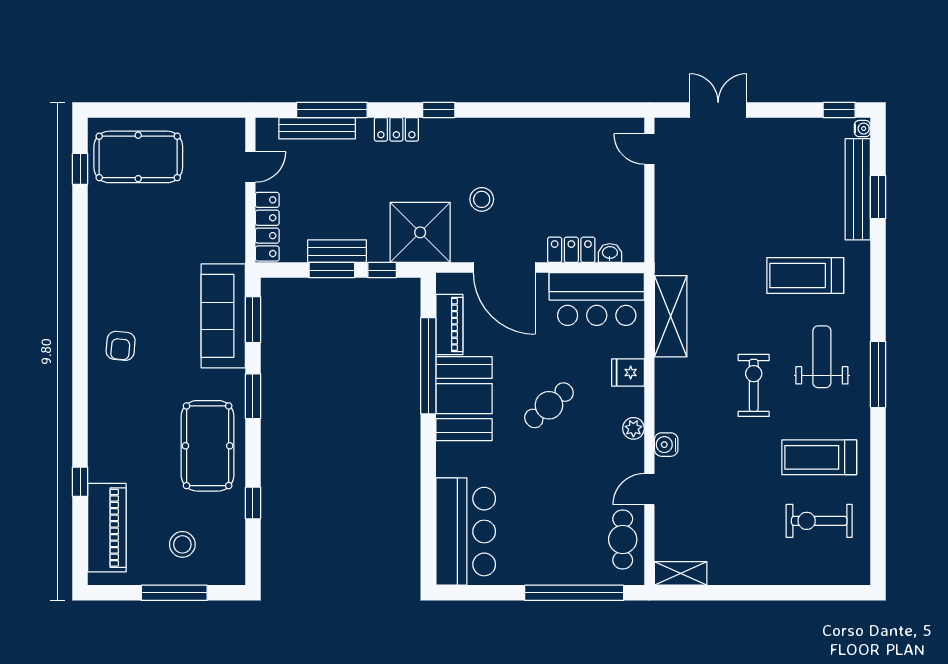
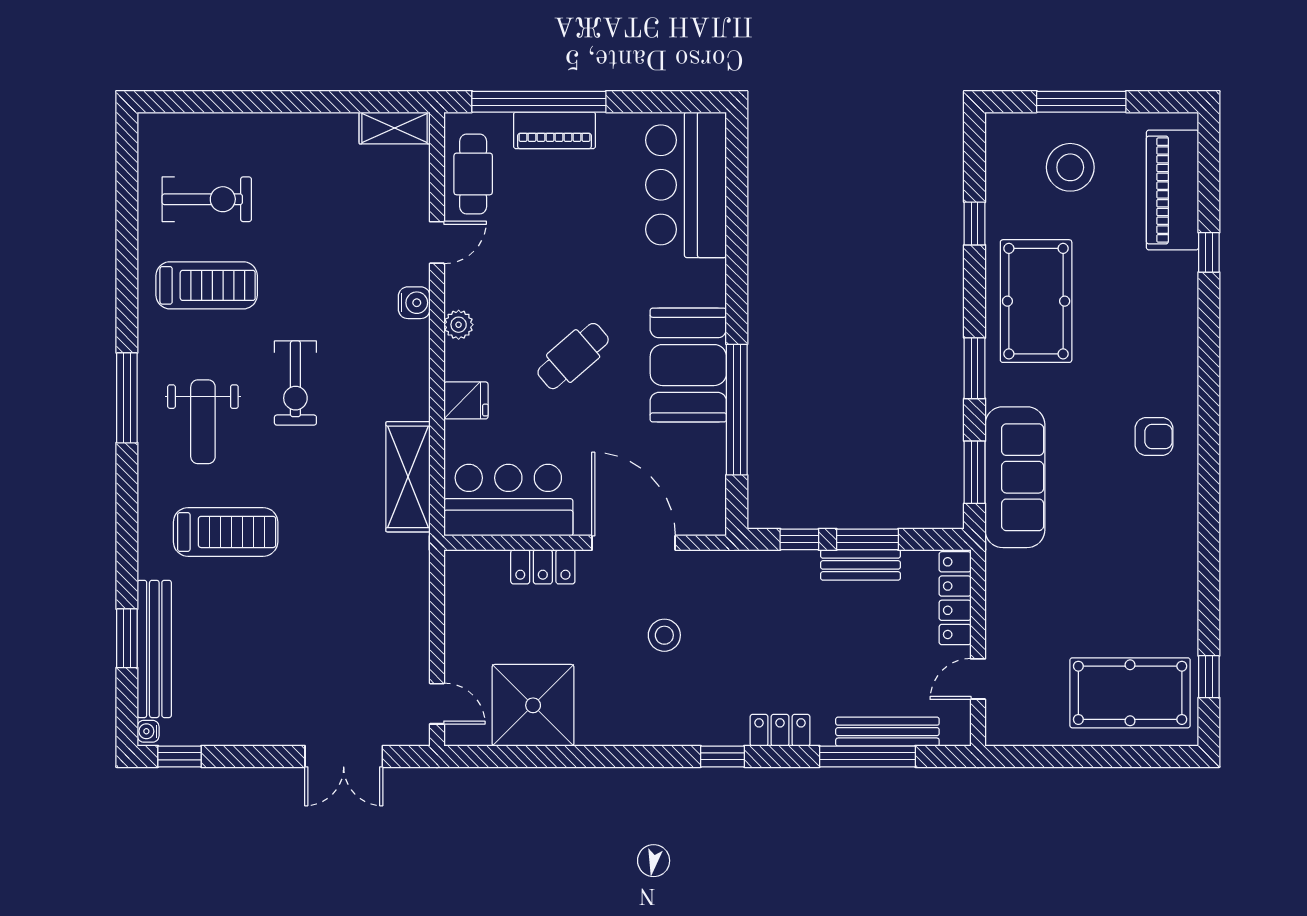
shower: (420, 232) -> (533, 705), moved
washbasin: (610, 253) -> (490, 562), removed
piano: (449, 324) -> (555, 130), moved, turned -90
armchair: (121, 346) -> (1154, 437), turned 85
stool: (182, 544) -> (1070, 167), width x1.38, depth x1.38

